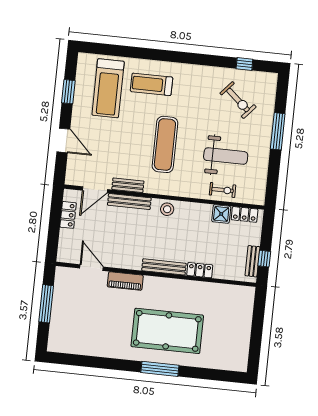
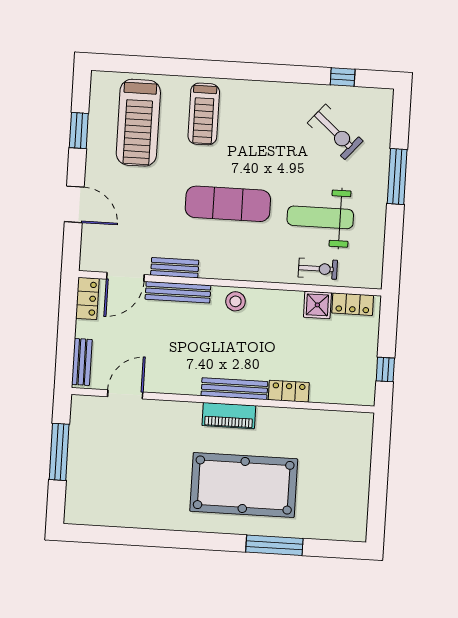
treadmill: (152, 84) -> (204, 114), turned -90
exercise mat: (165, 144) -> (228, 204), turned 90
weight bench: (226, 156) -> (320, 217), turned 180
locker: (68, 215) -> (87, 298), moved
bench: (253, 261) -> (82, 362), moved
door: (91, 268) -> (125, 394), hinge flipped
piano: (125, 281) -> (229, 416), moved
window: (160, 369) -> (274, 545), moved

